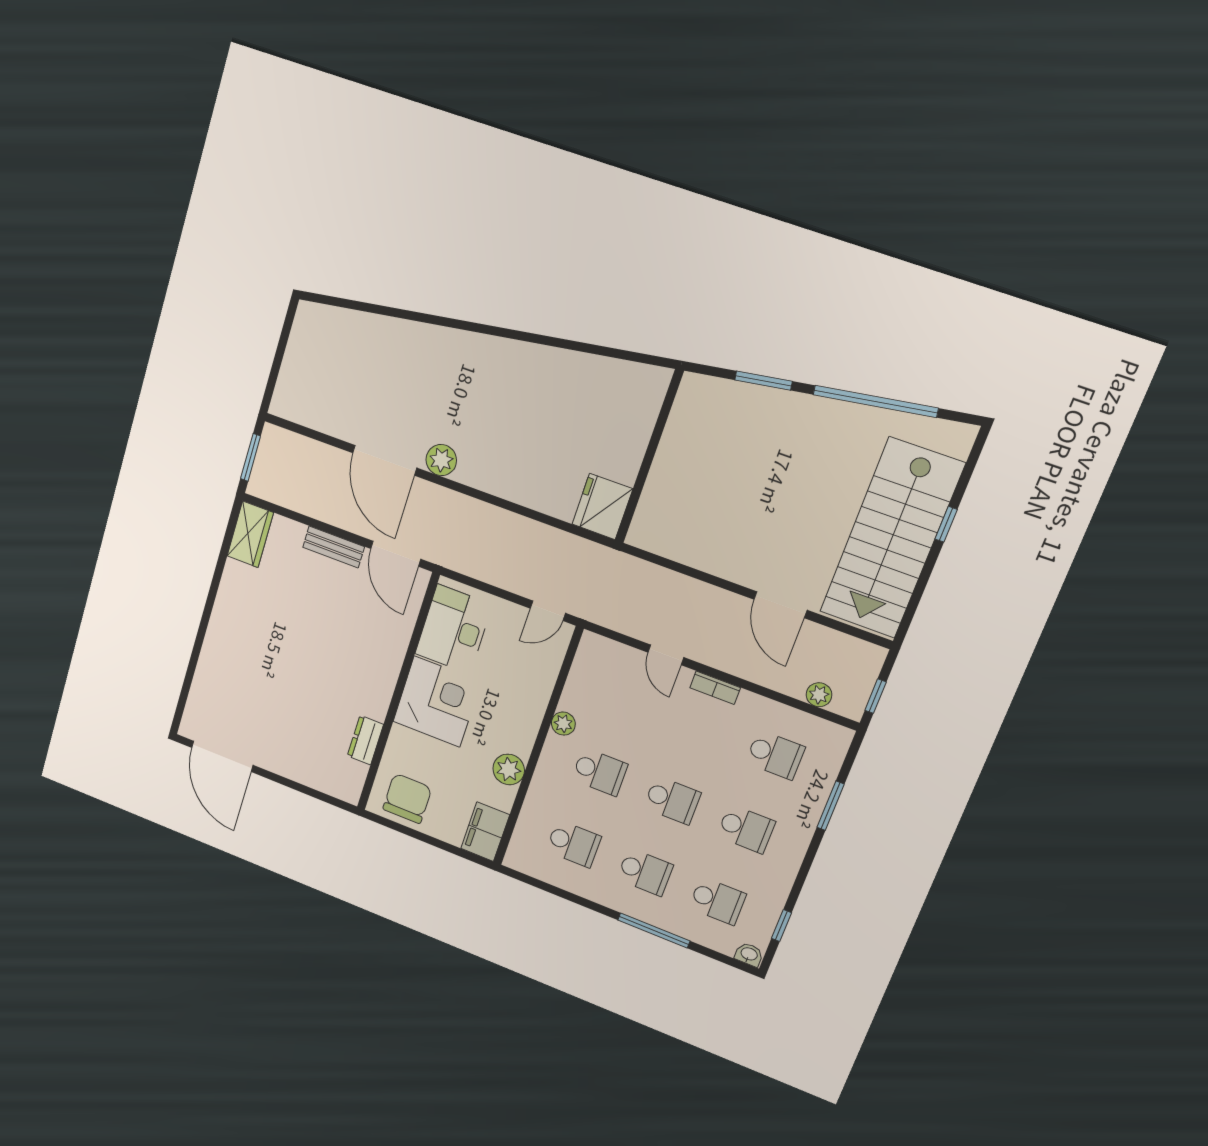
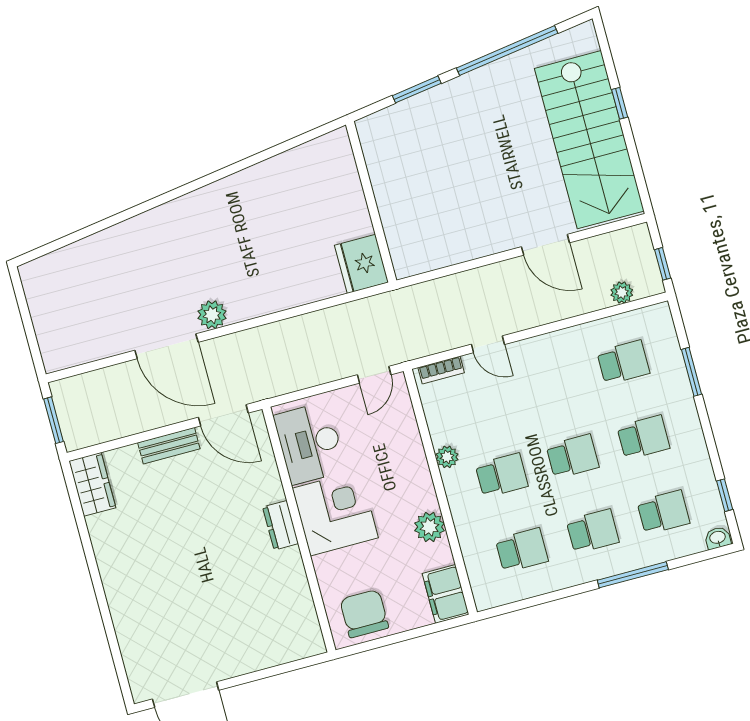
bookcase: (715, 688) -> (441, 370), moved
dresser: (365, 740) -> (281, 525), moved

